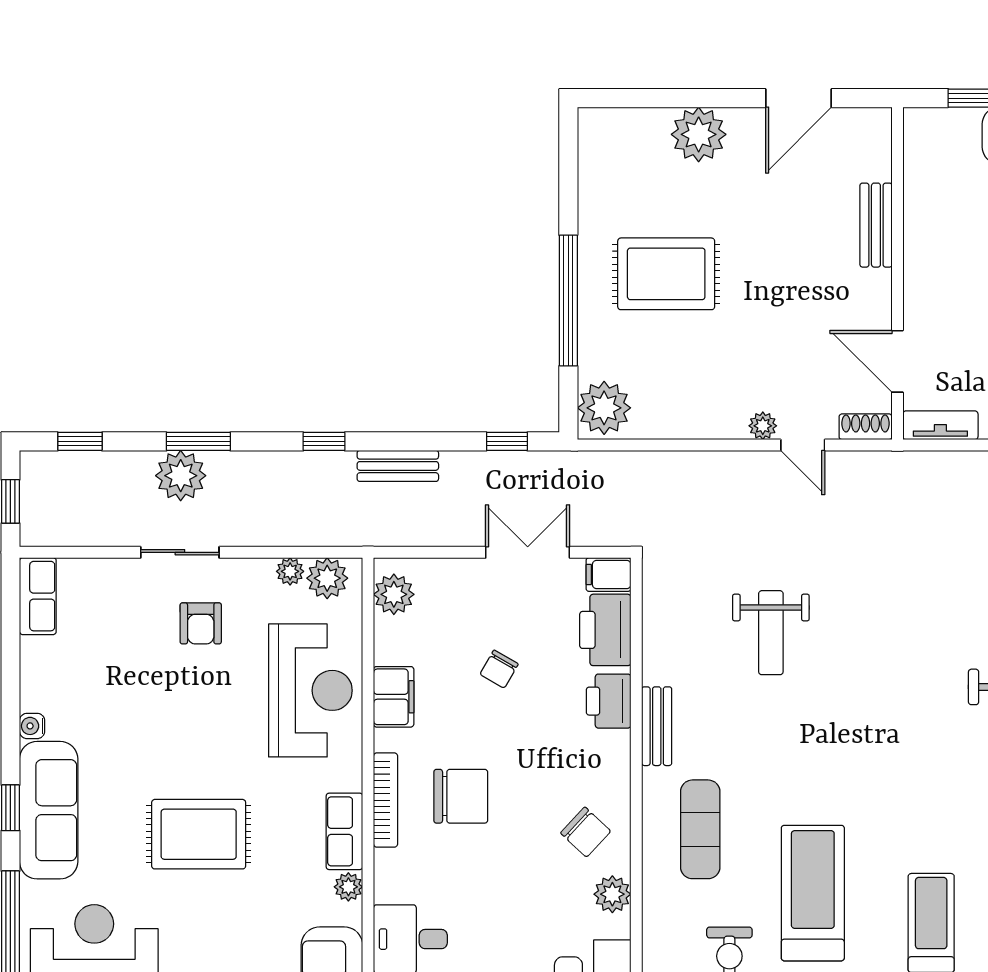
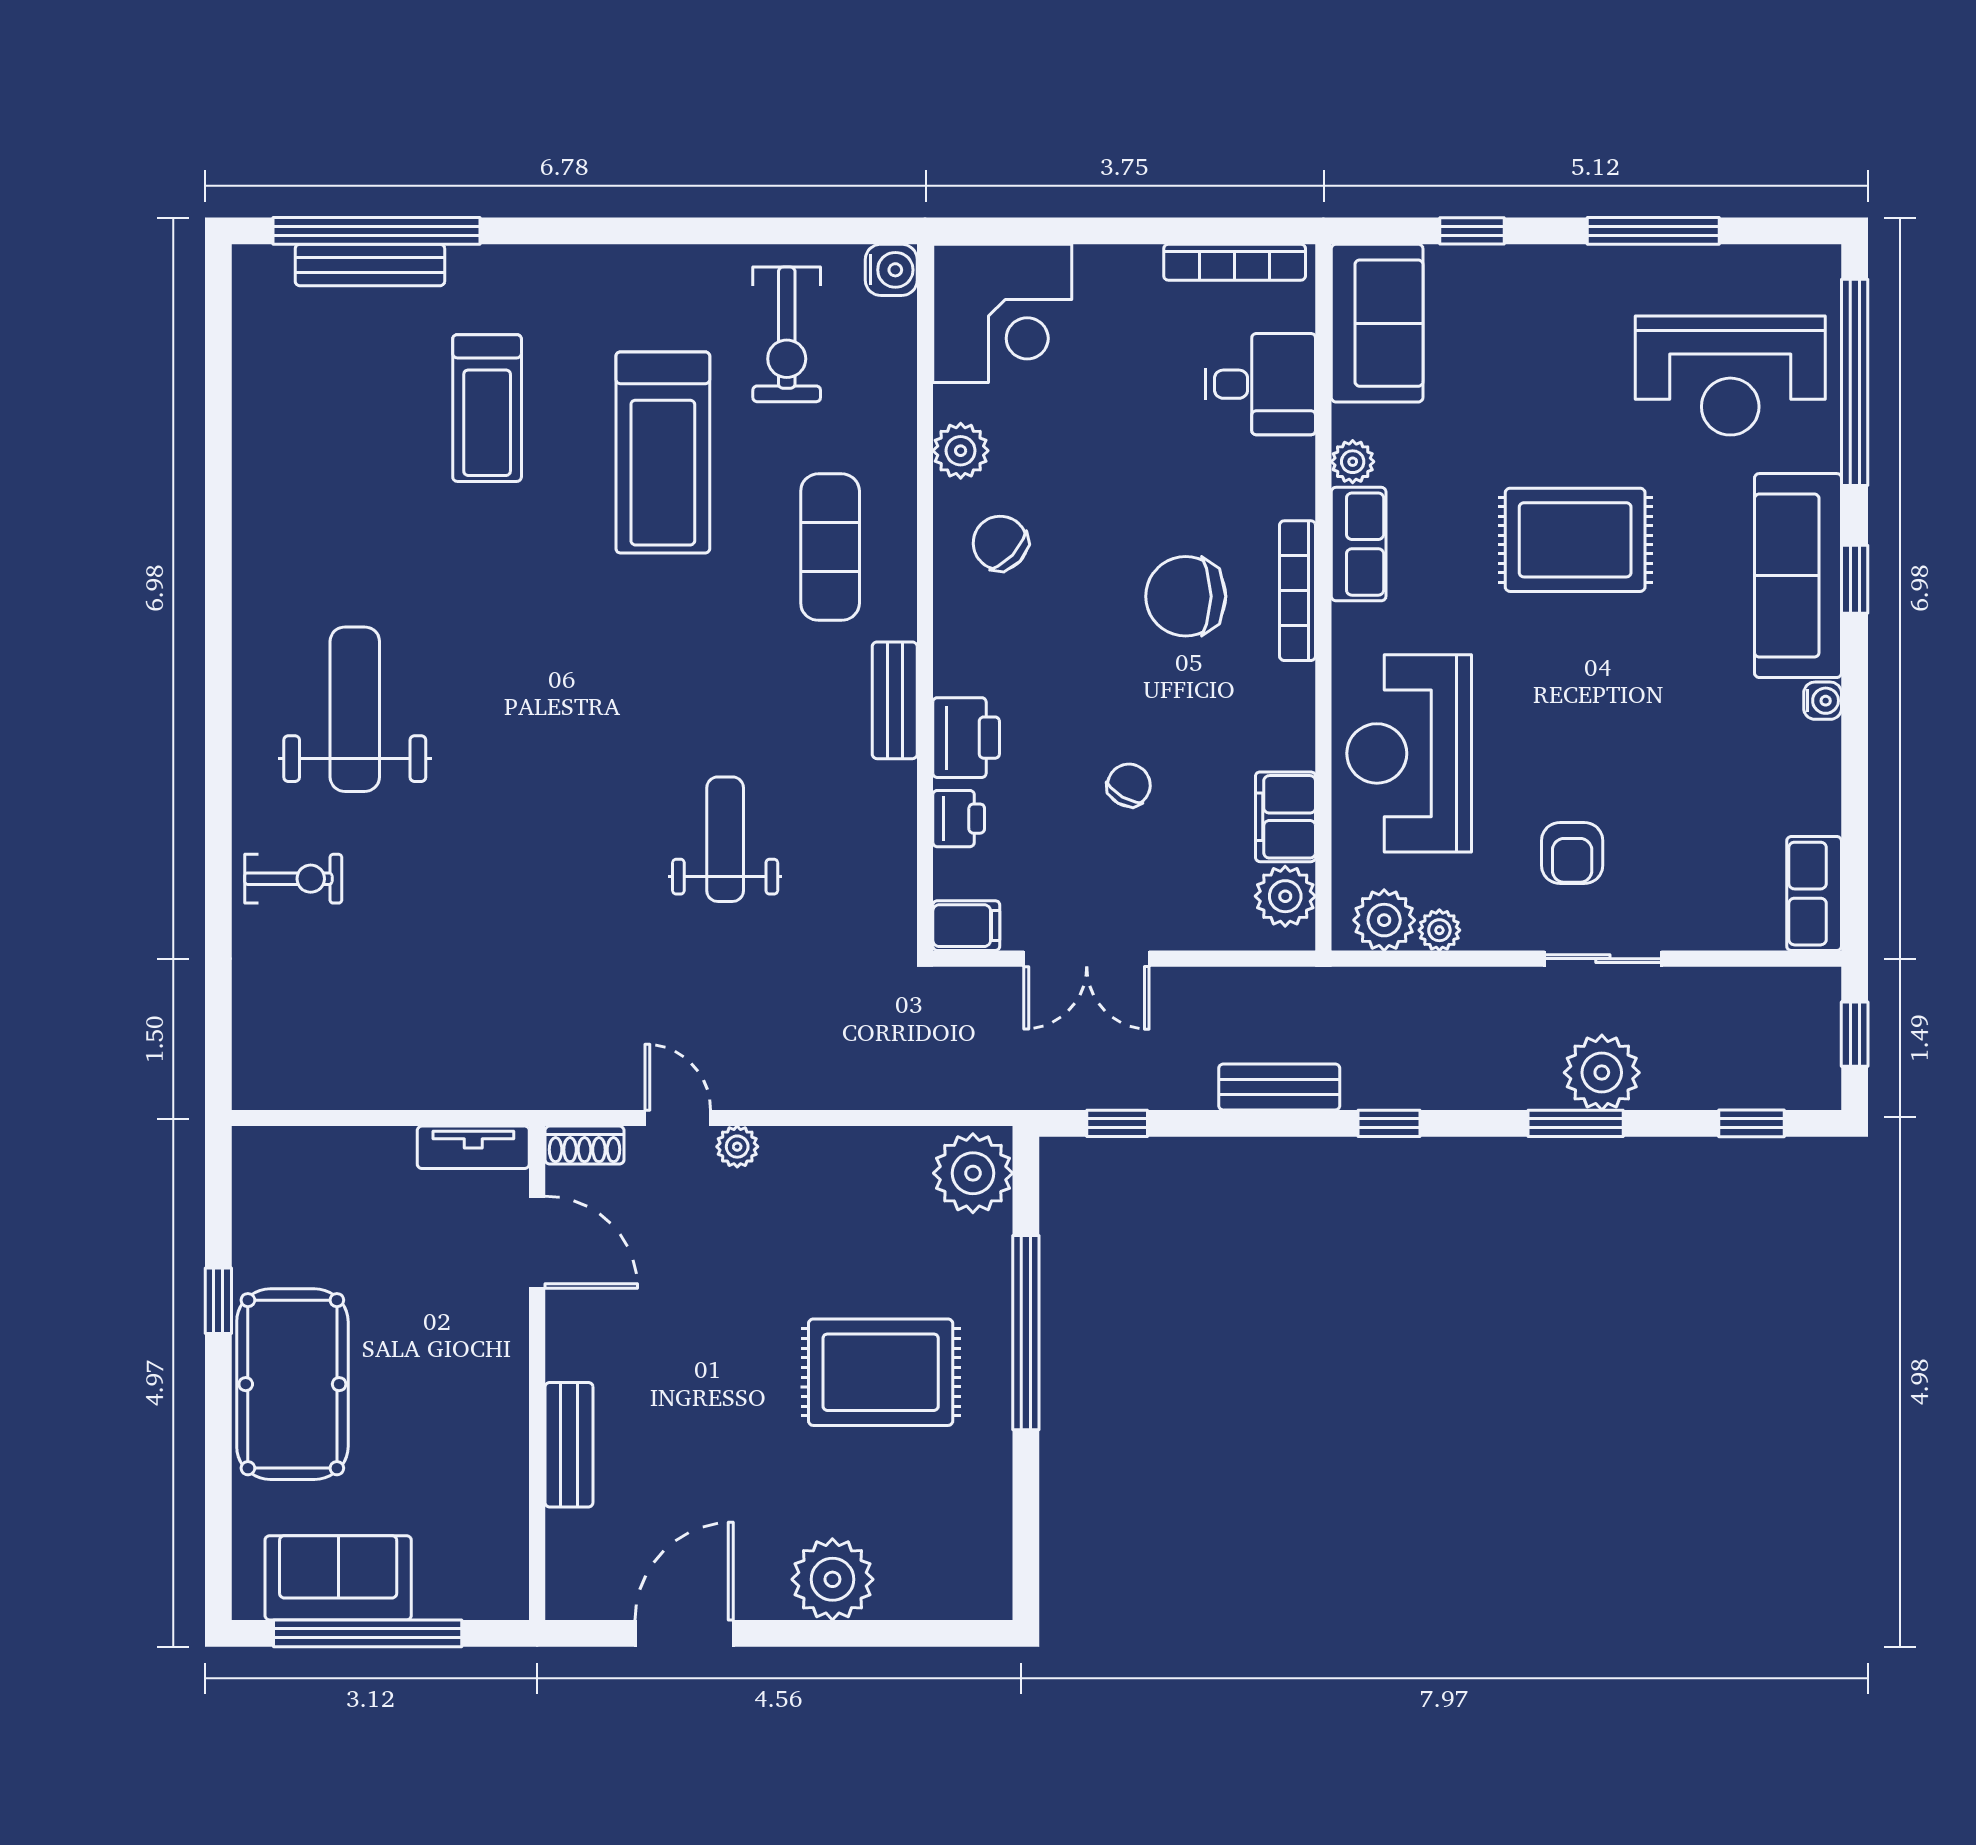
armchair: (201, 623) -> (1572, 853), turned 180
printer: (605, 630) -> (959, 819), width x0.53, depth x0.68
filing cabinet: (394, 697) -> (1285, 817), moved

